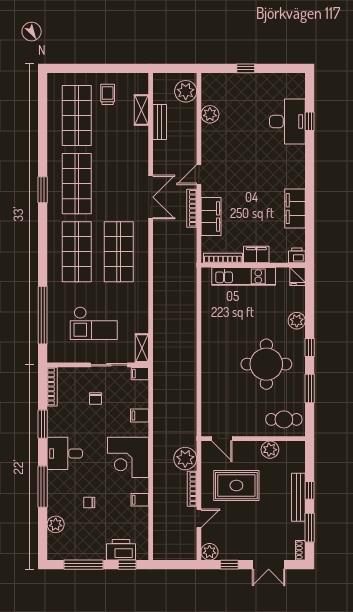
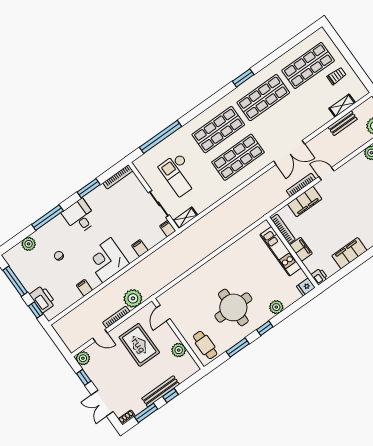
chair: (95, 399) -> (130, 211), removed

